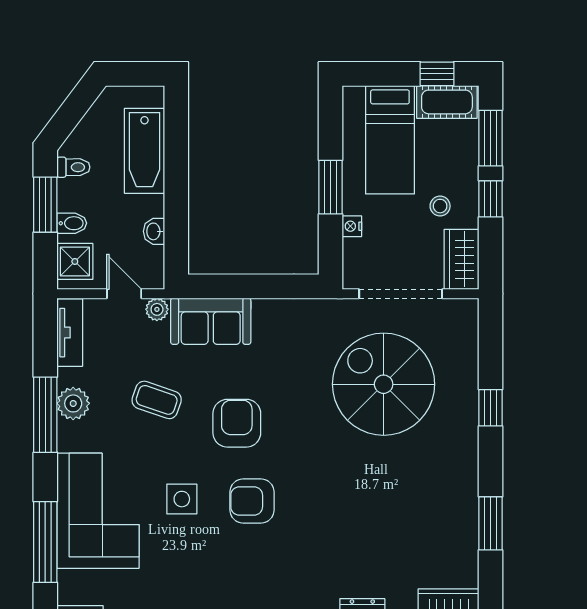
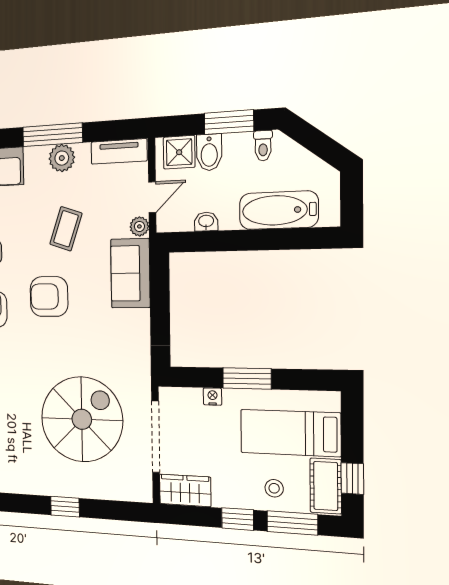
stool: (440, 206) -> (274, 488), moved
bidet: (72, 223) -> (209, 152), width x1.38, depth x1.36
armchair: (237, 423) -> (49, 297), turned 180

